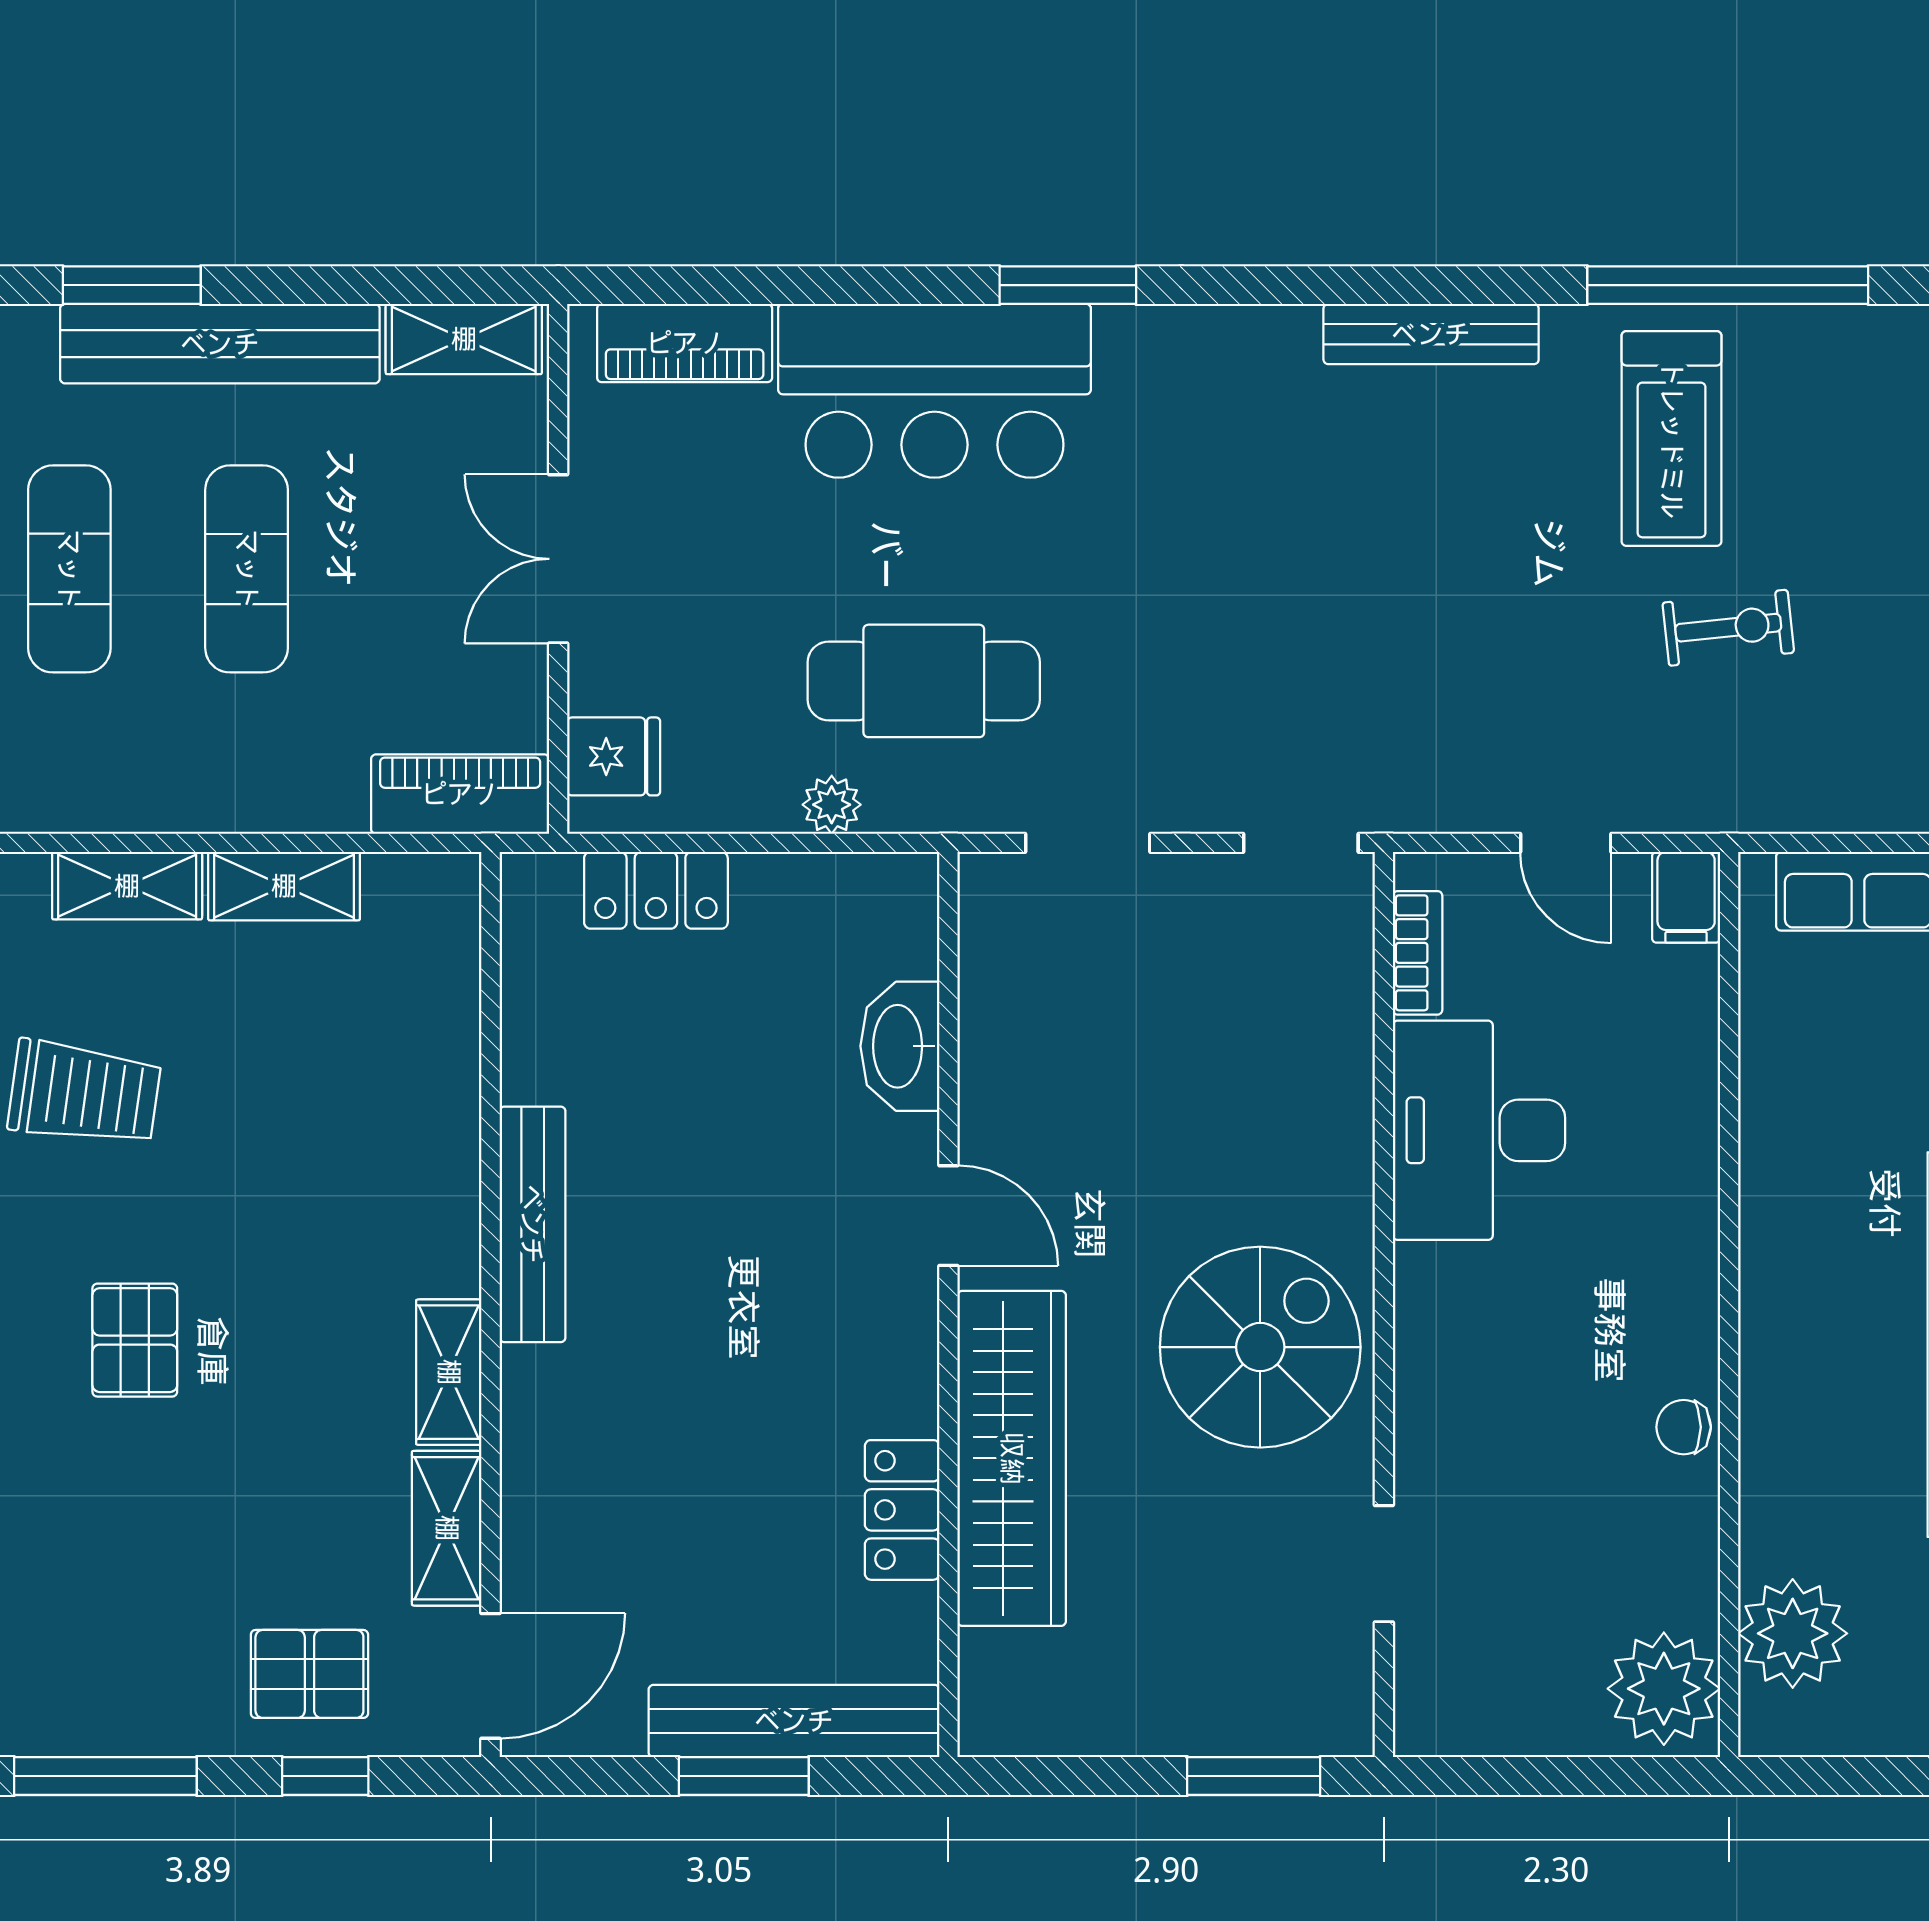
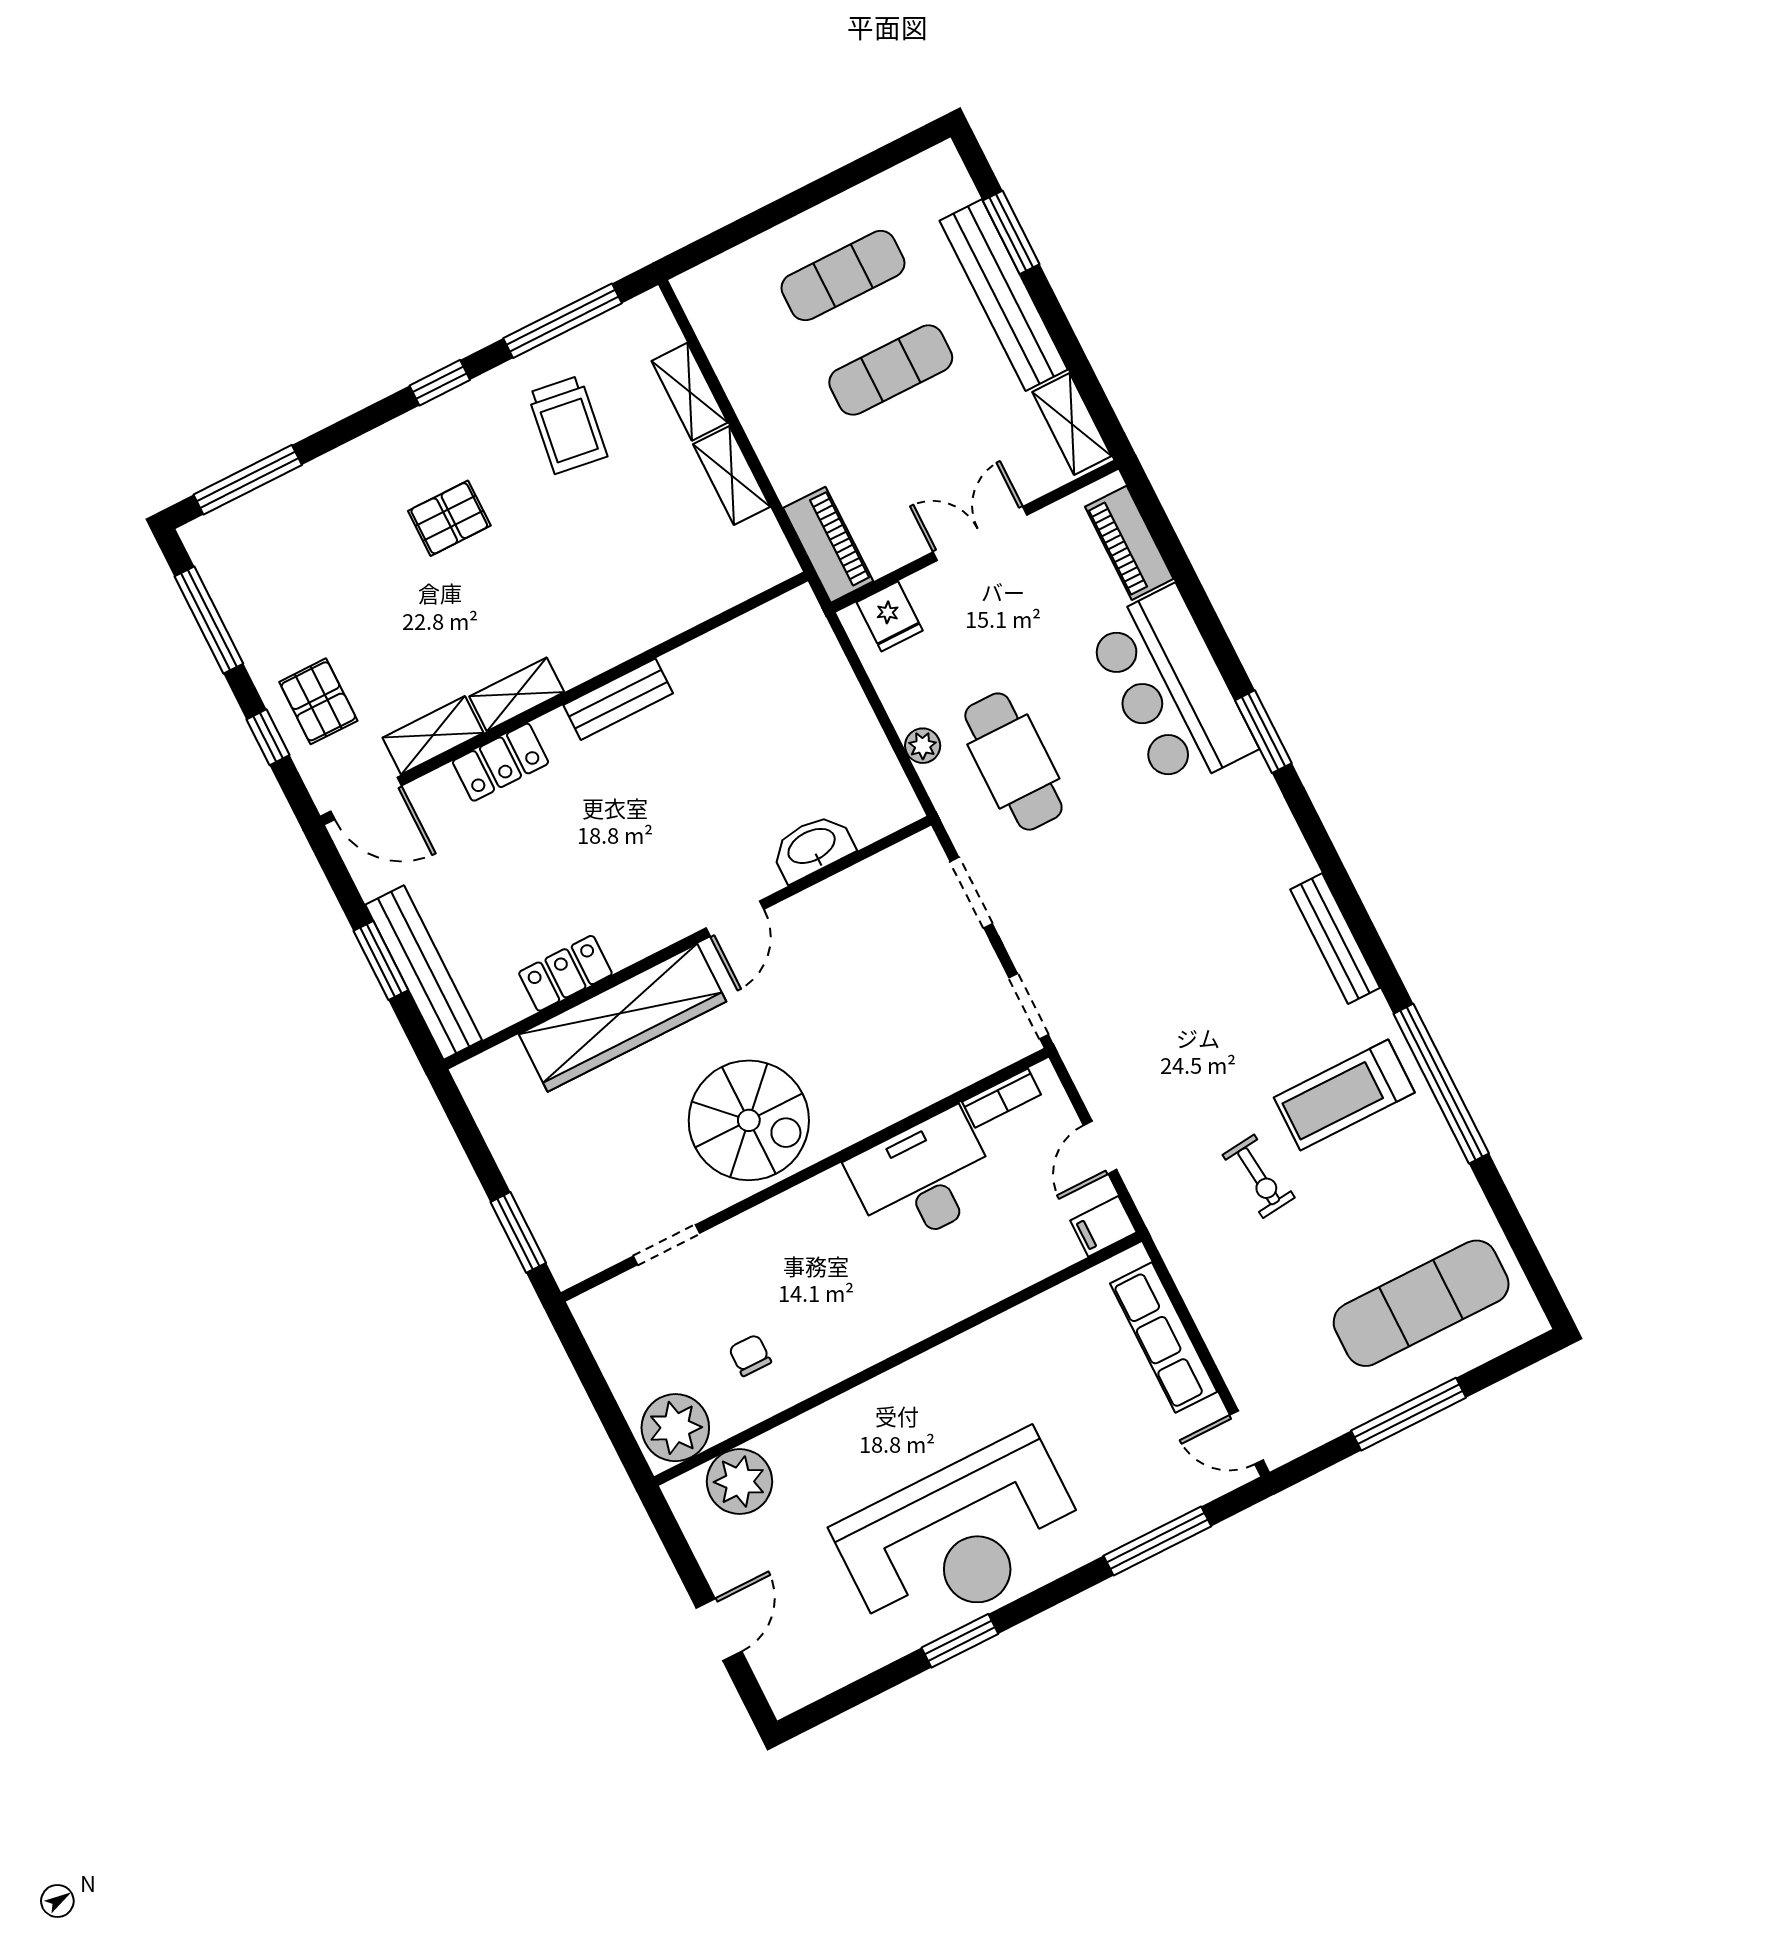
locker: (656, 890) -> (501, 762), moved, turned -90
bench: (532, 1224) -> (618, 699), width x0.73
chair: (1684, 1427) -> (750, 1355), moved

